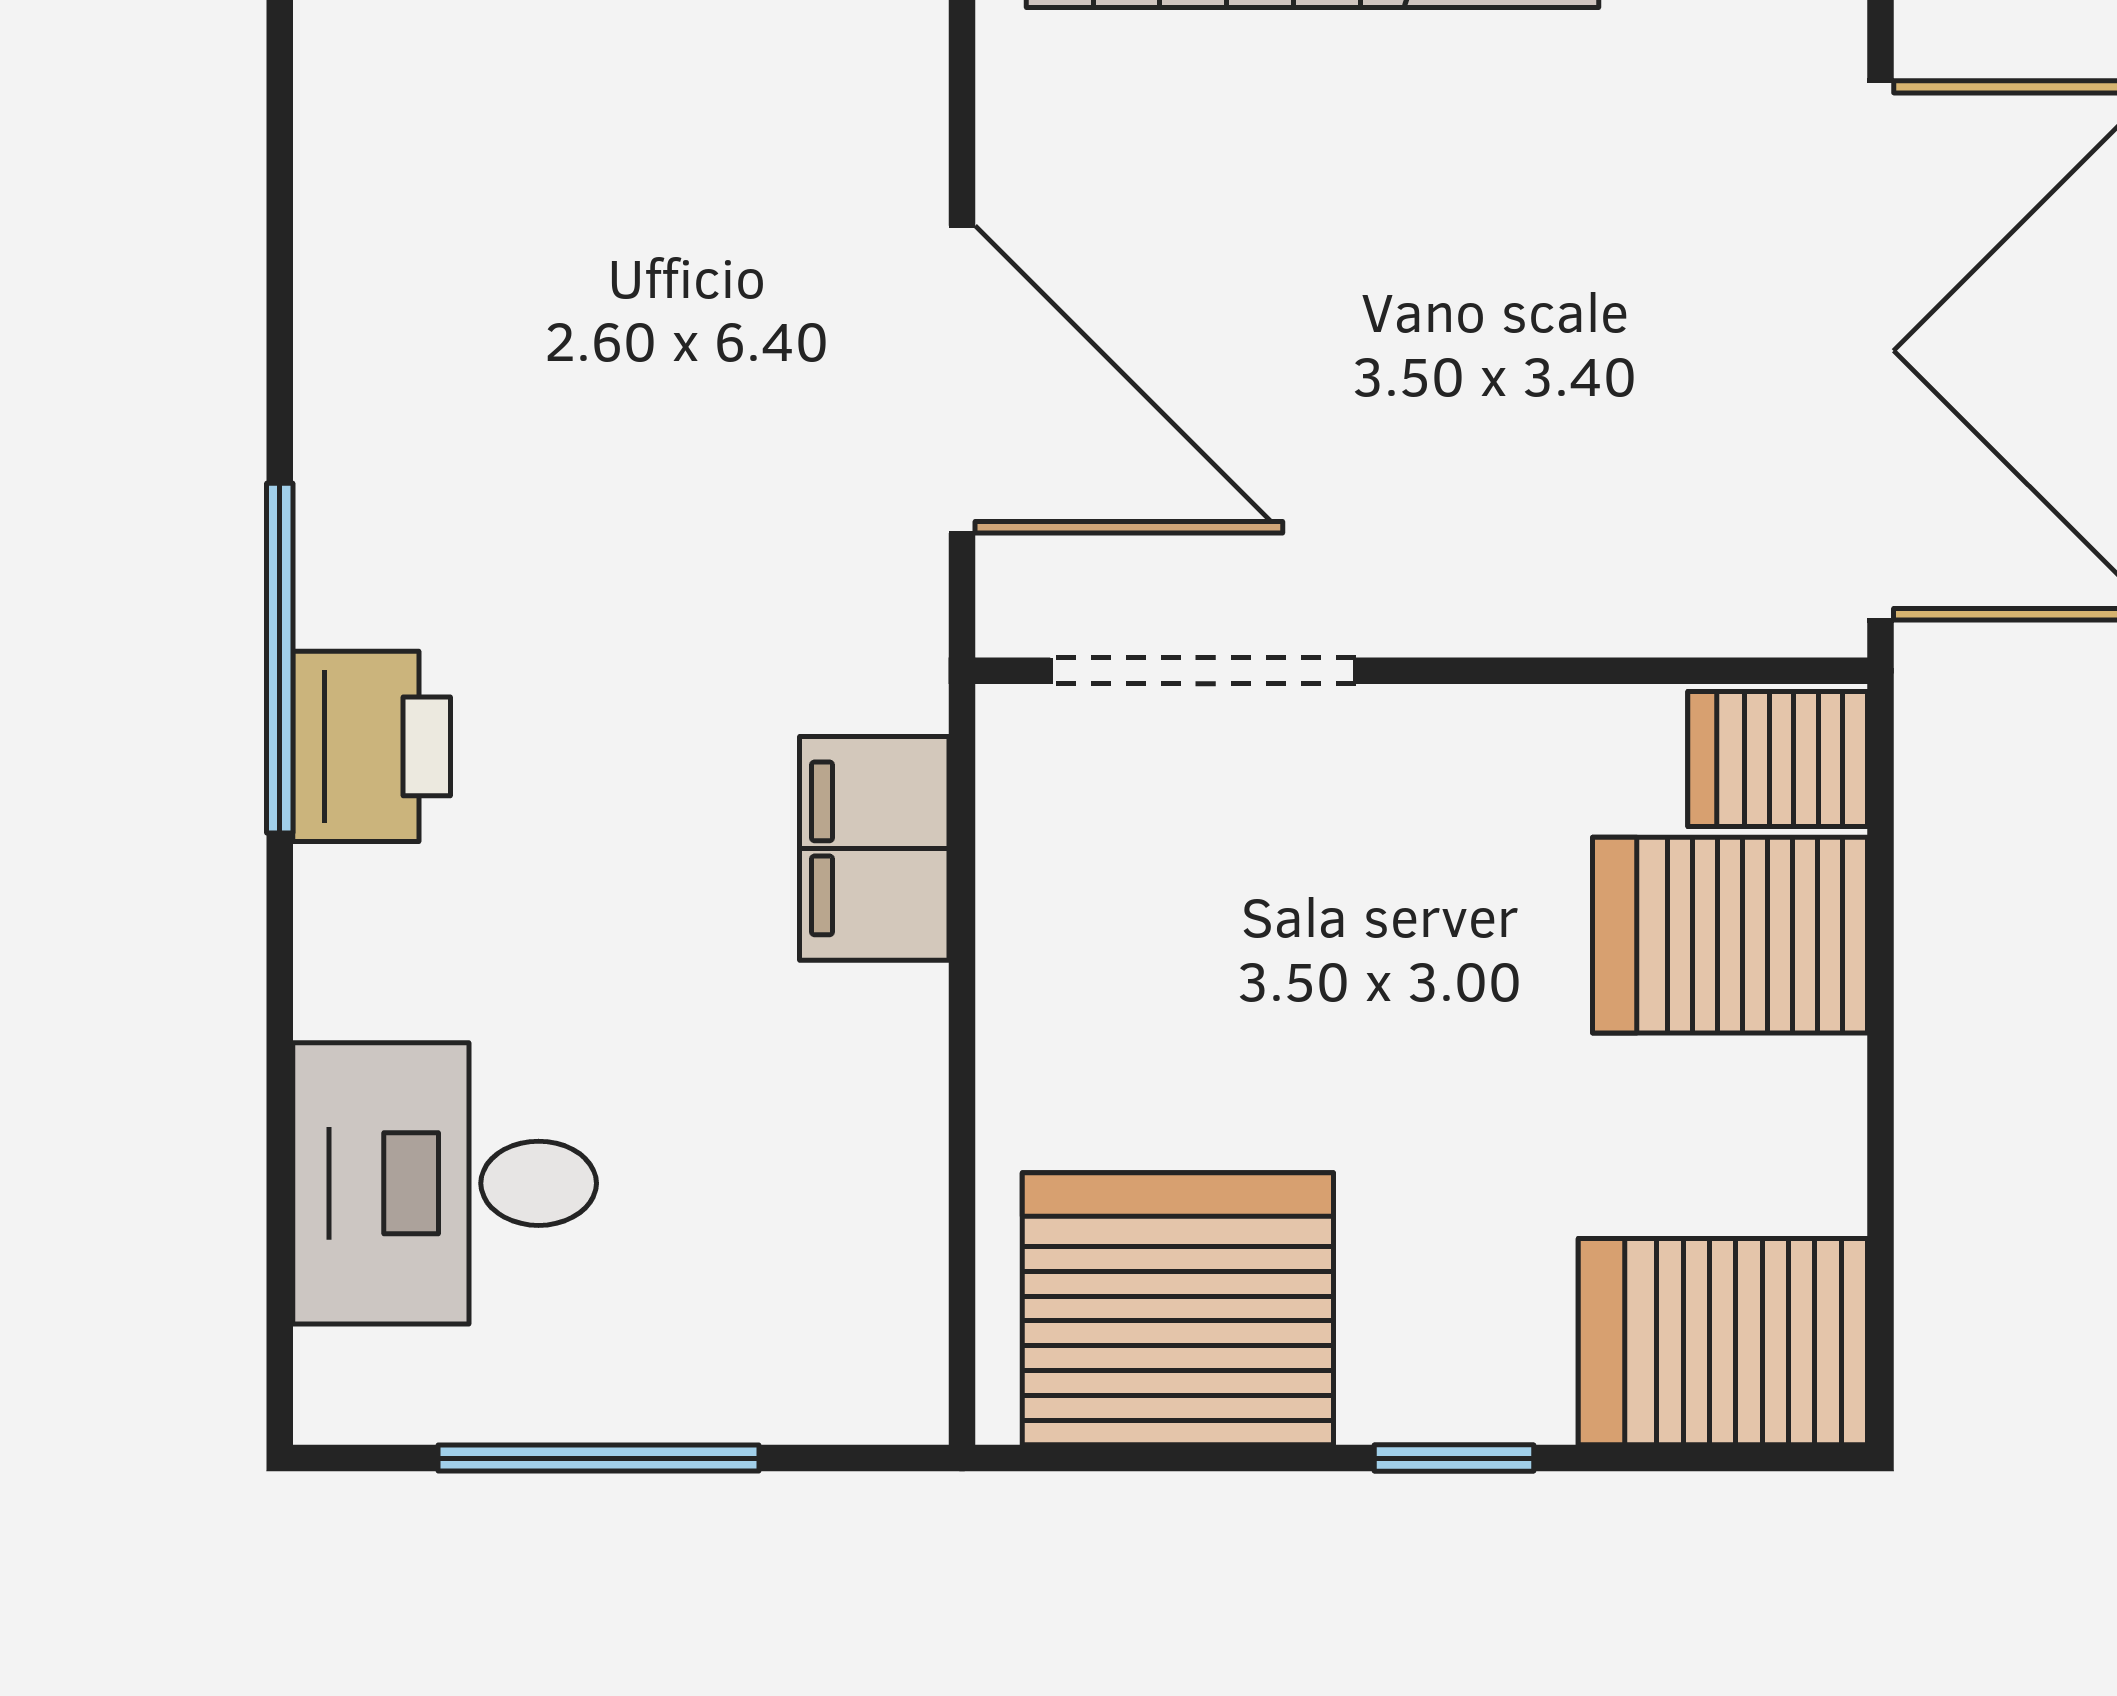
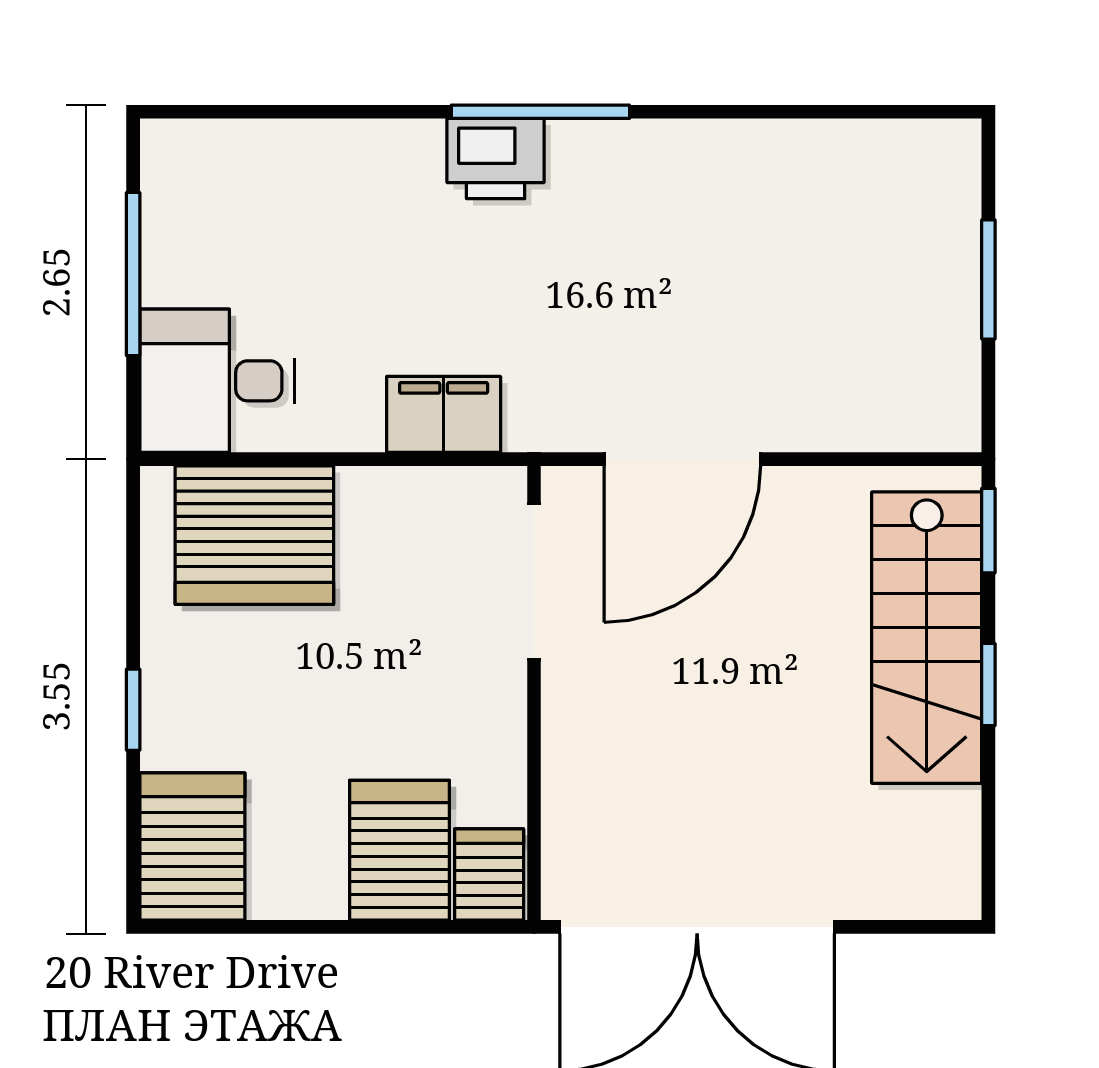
desk: (445, 1183) -> (217, 381), moved, turned -90
server rack: (1178, 1309) -> (254, 535), moved, turned 90

